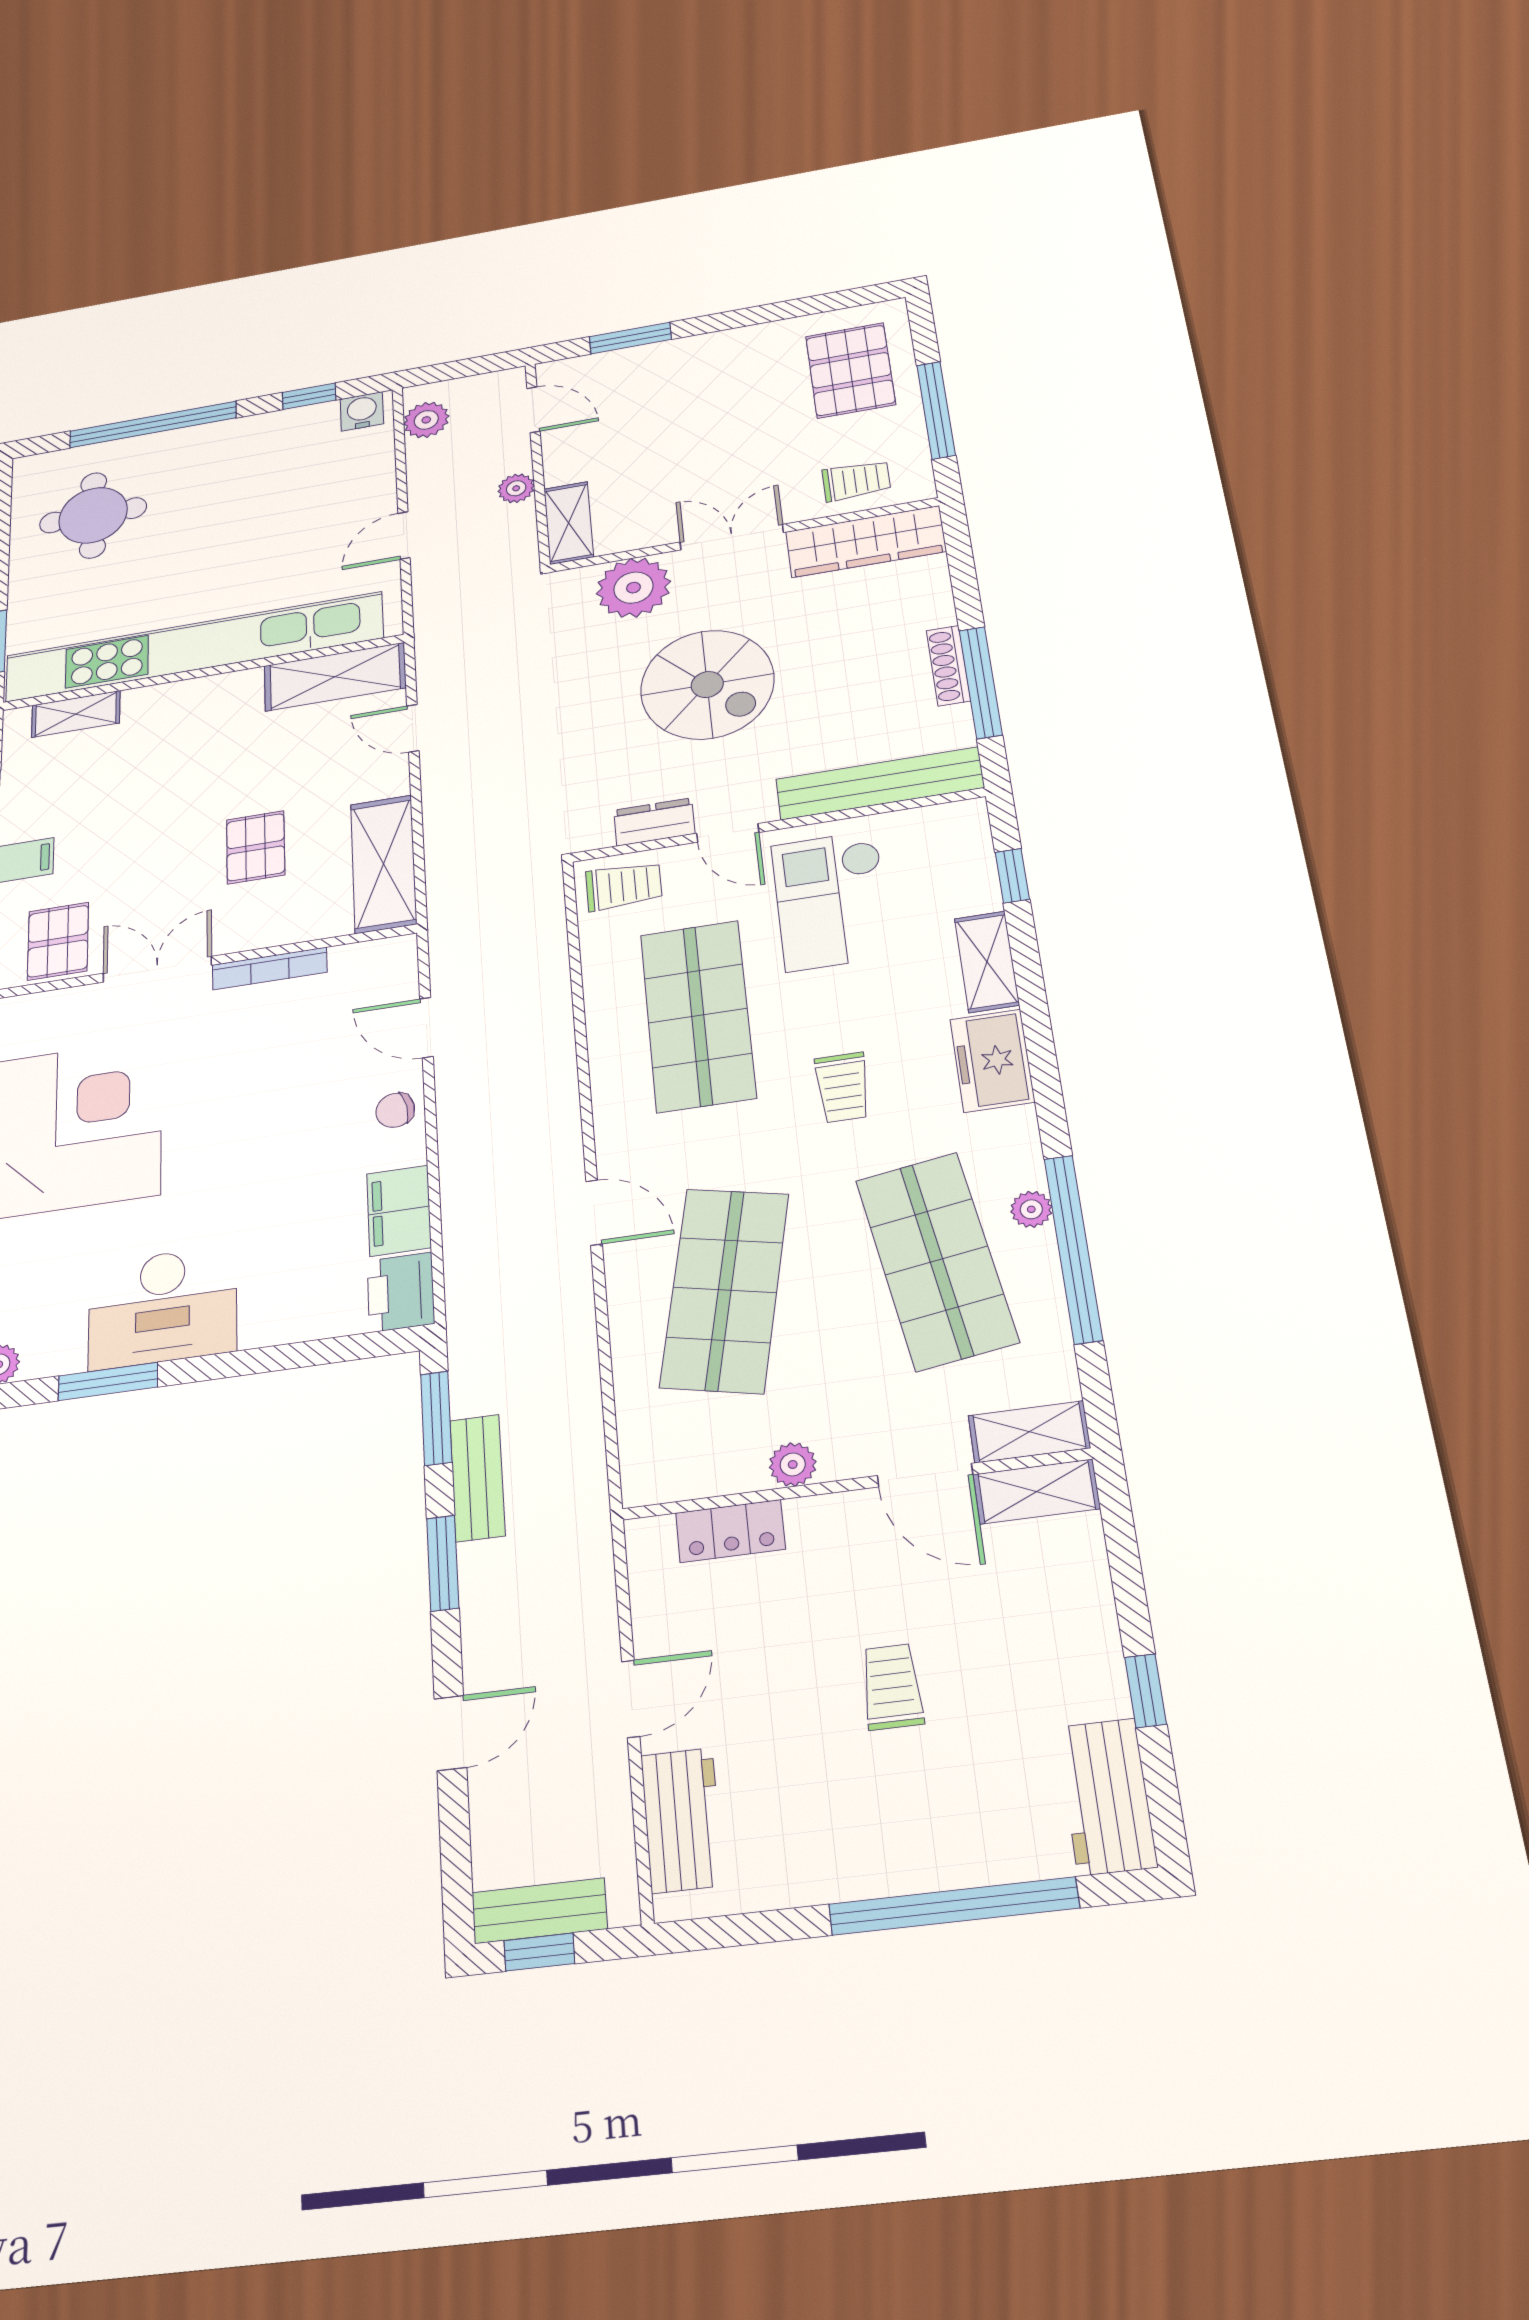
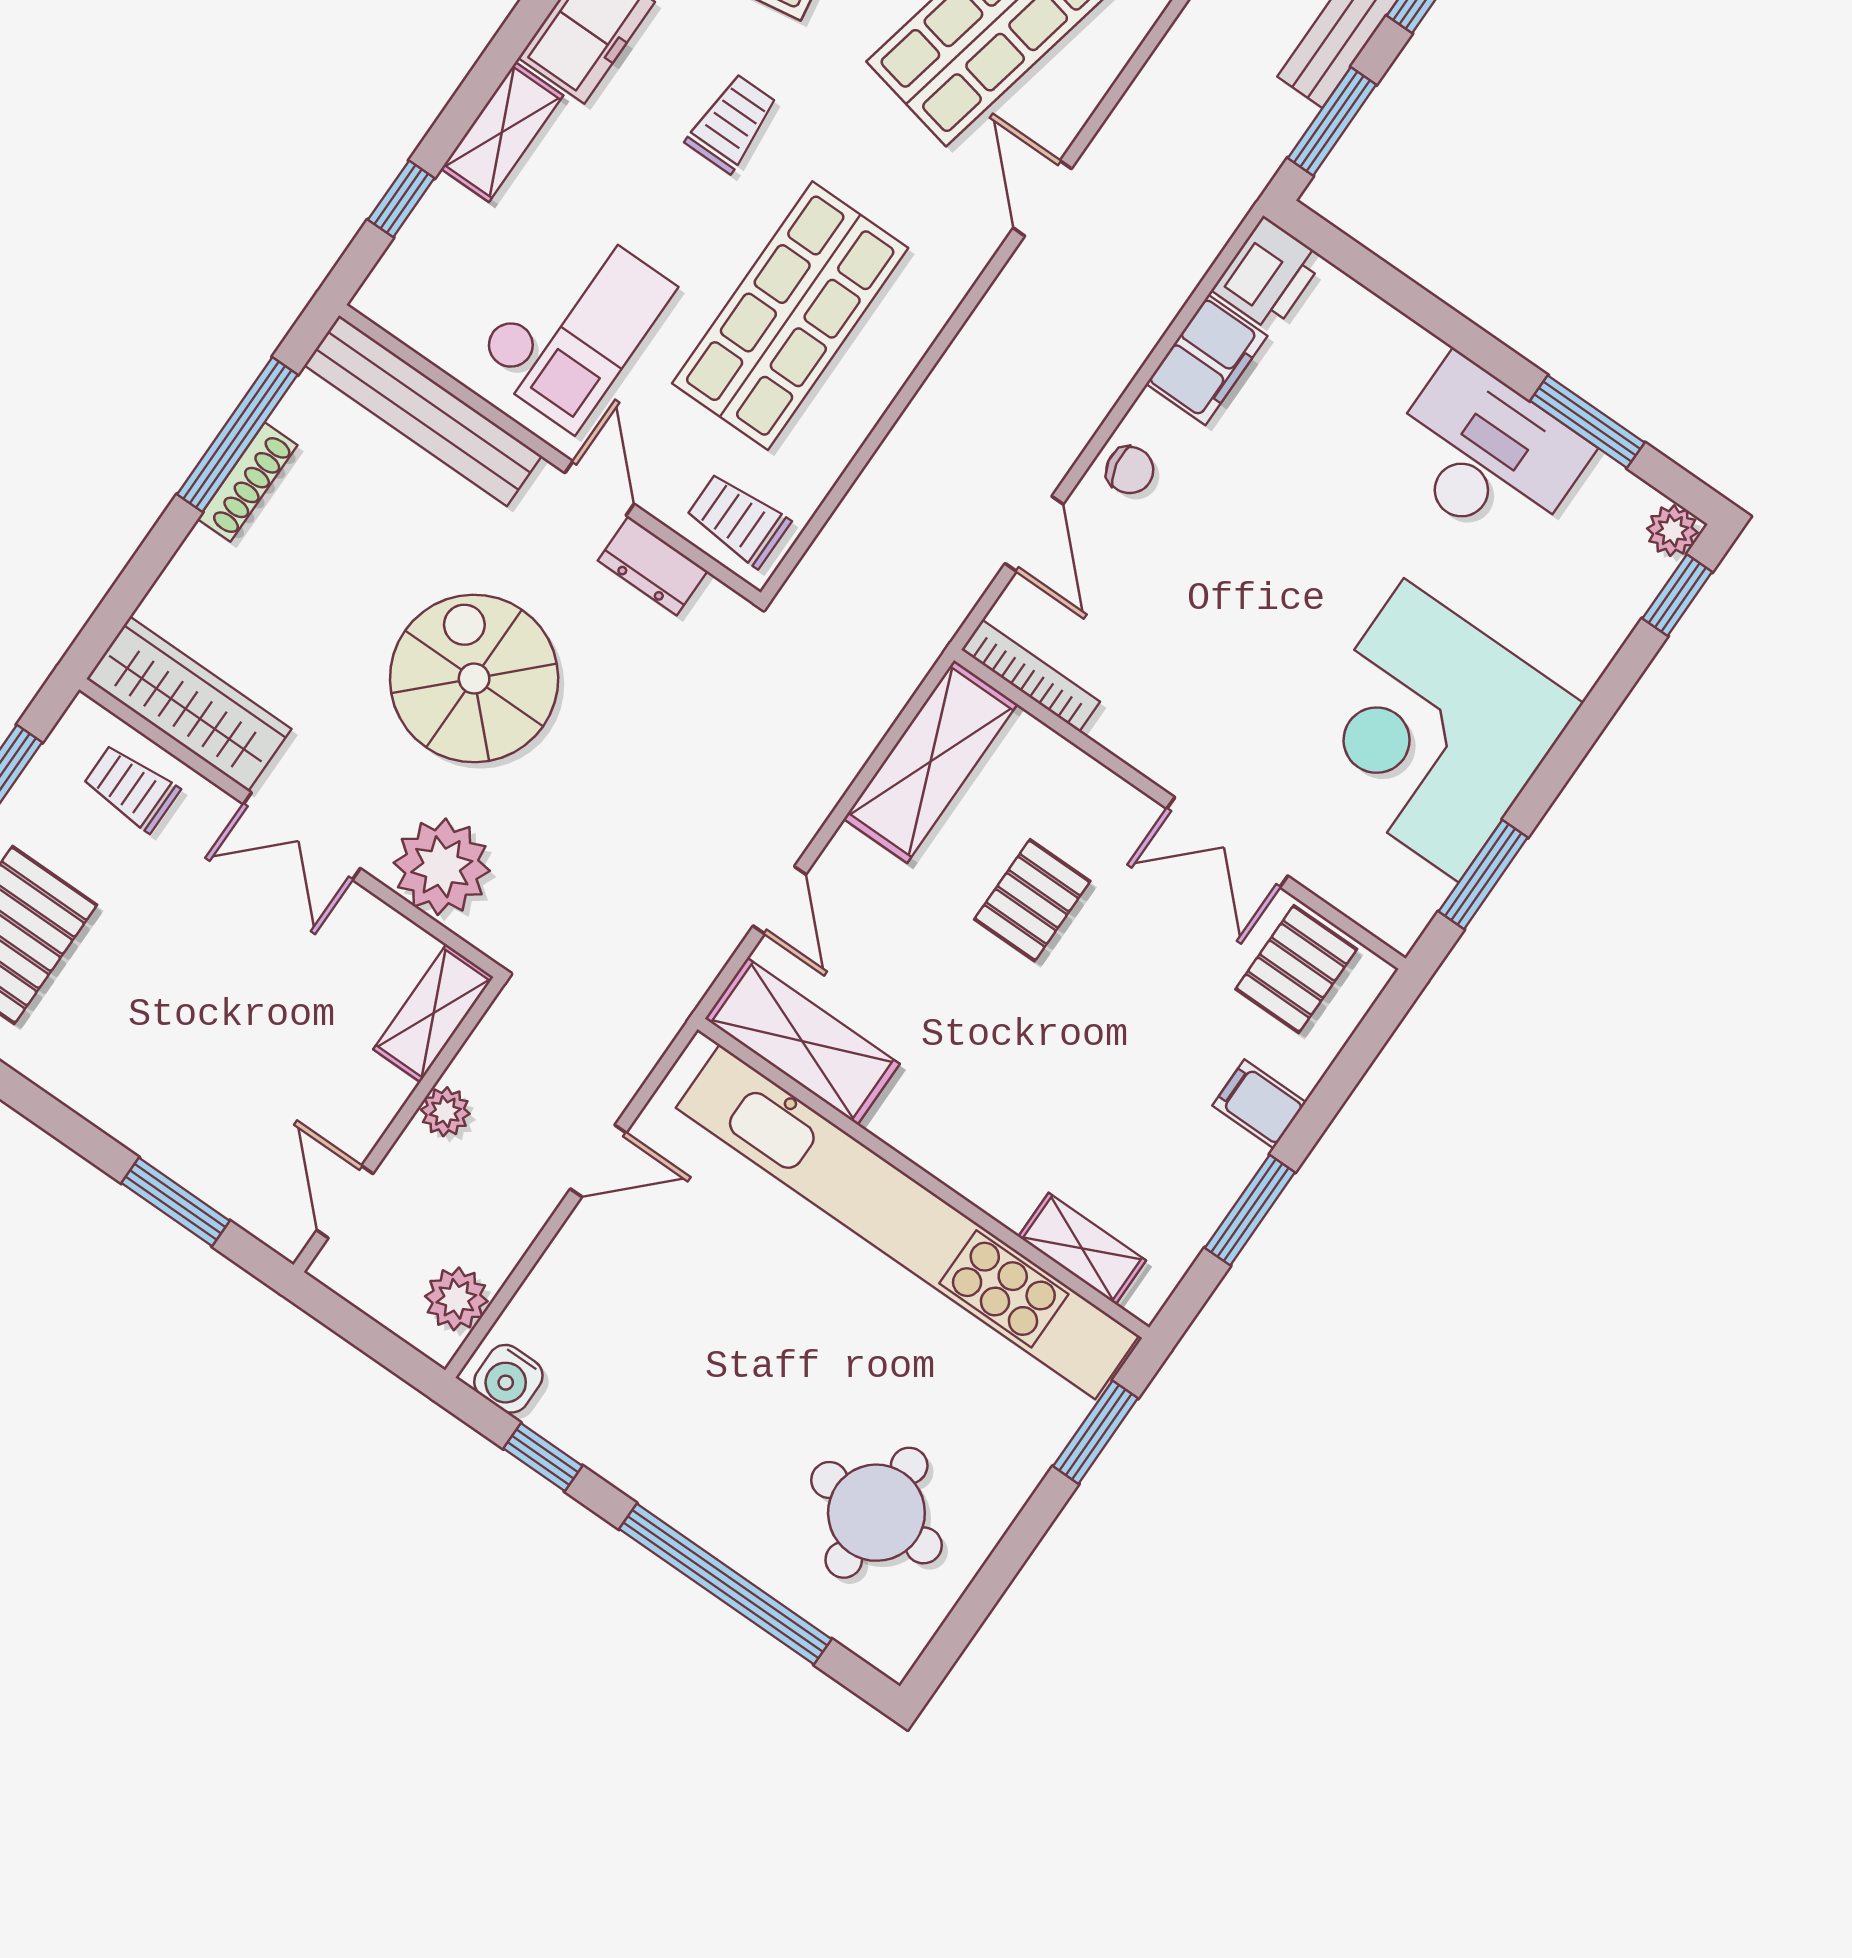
bookcase: (270, 969) -> (1031, 676), moved

